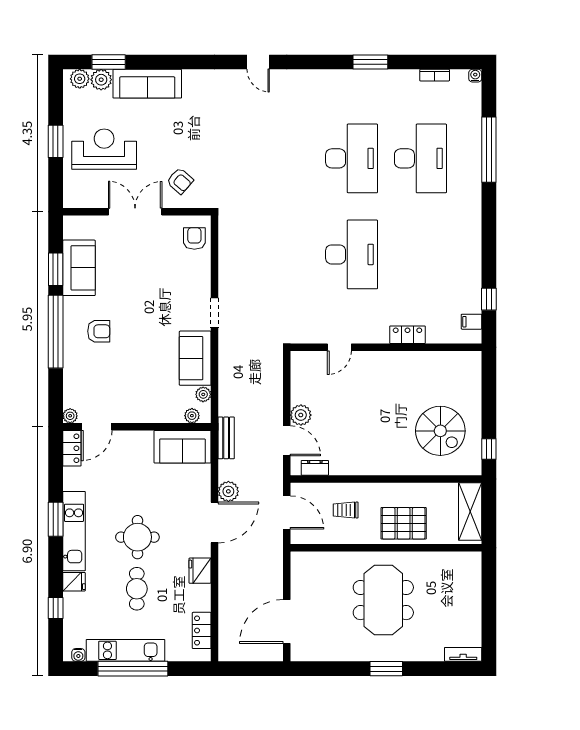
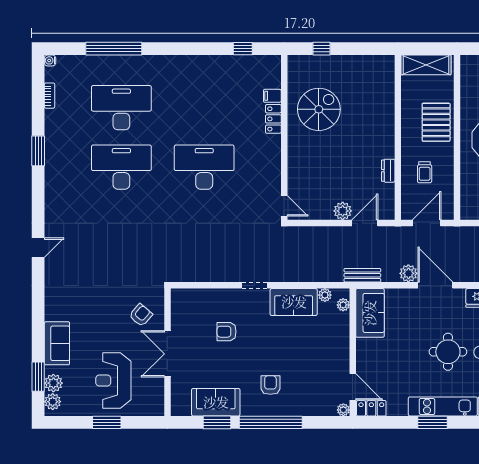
sofa: (147, 84) -> (57, 343), width x0.73
armchair: (194, 238) -> (227, 332), moved
filing cabinet: (472, 322) -> (272, 96), moved, turned 90
door: (339, 347) -> (284, 206), moved
spiral stairs: (440, 431) -> (319, 109), moved
window: (489, 449) -> (322, 49), moved
dresser: (315, 468) -> (388, 171), moved

